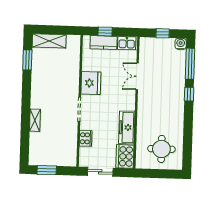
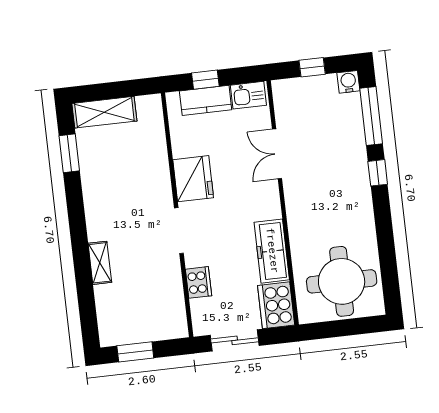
round table: (161, 149) -> (342, 281), width x1.36, depth x1.36

